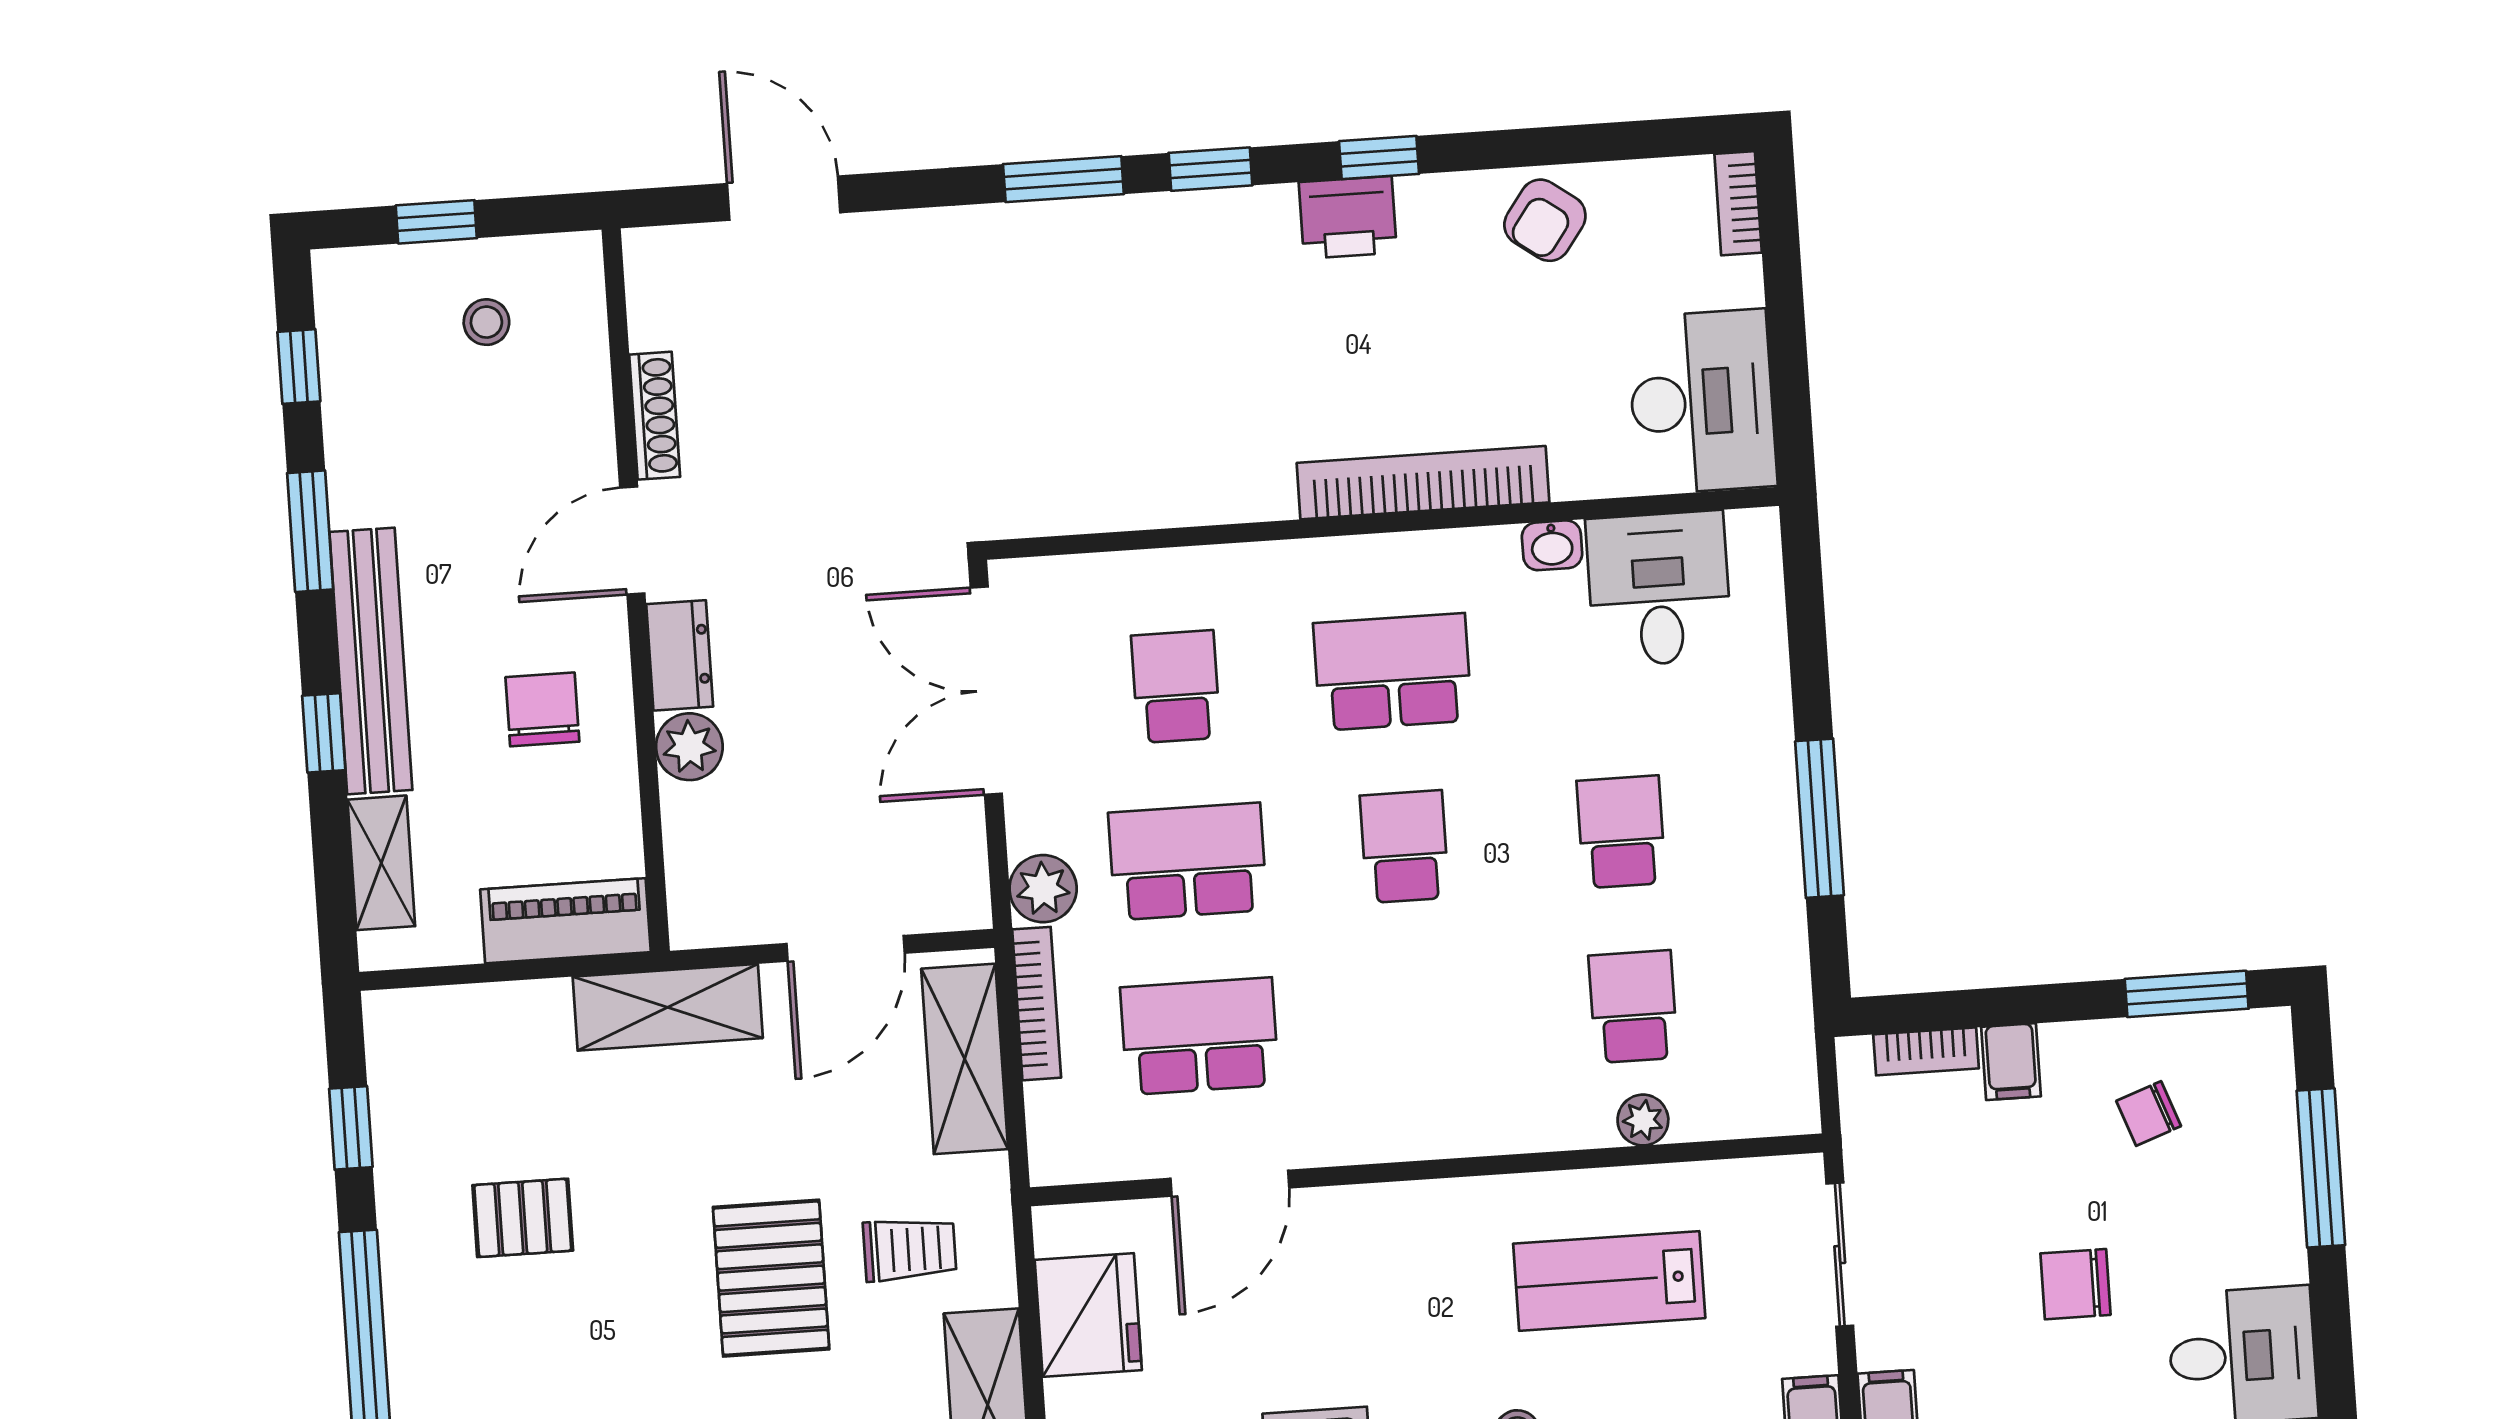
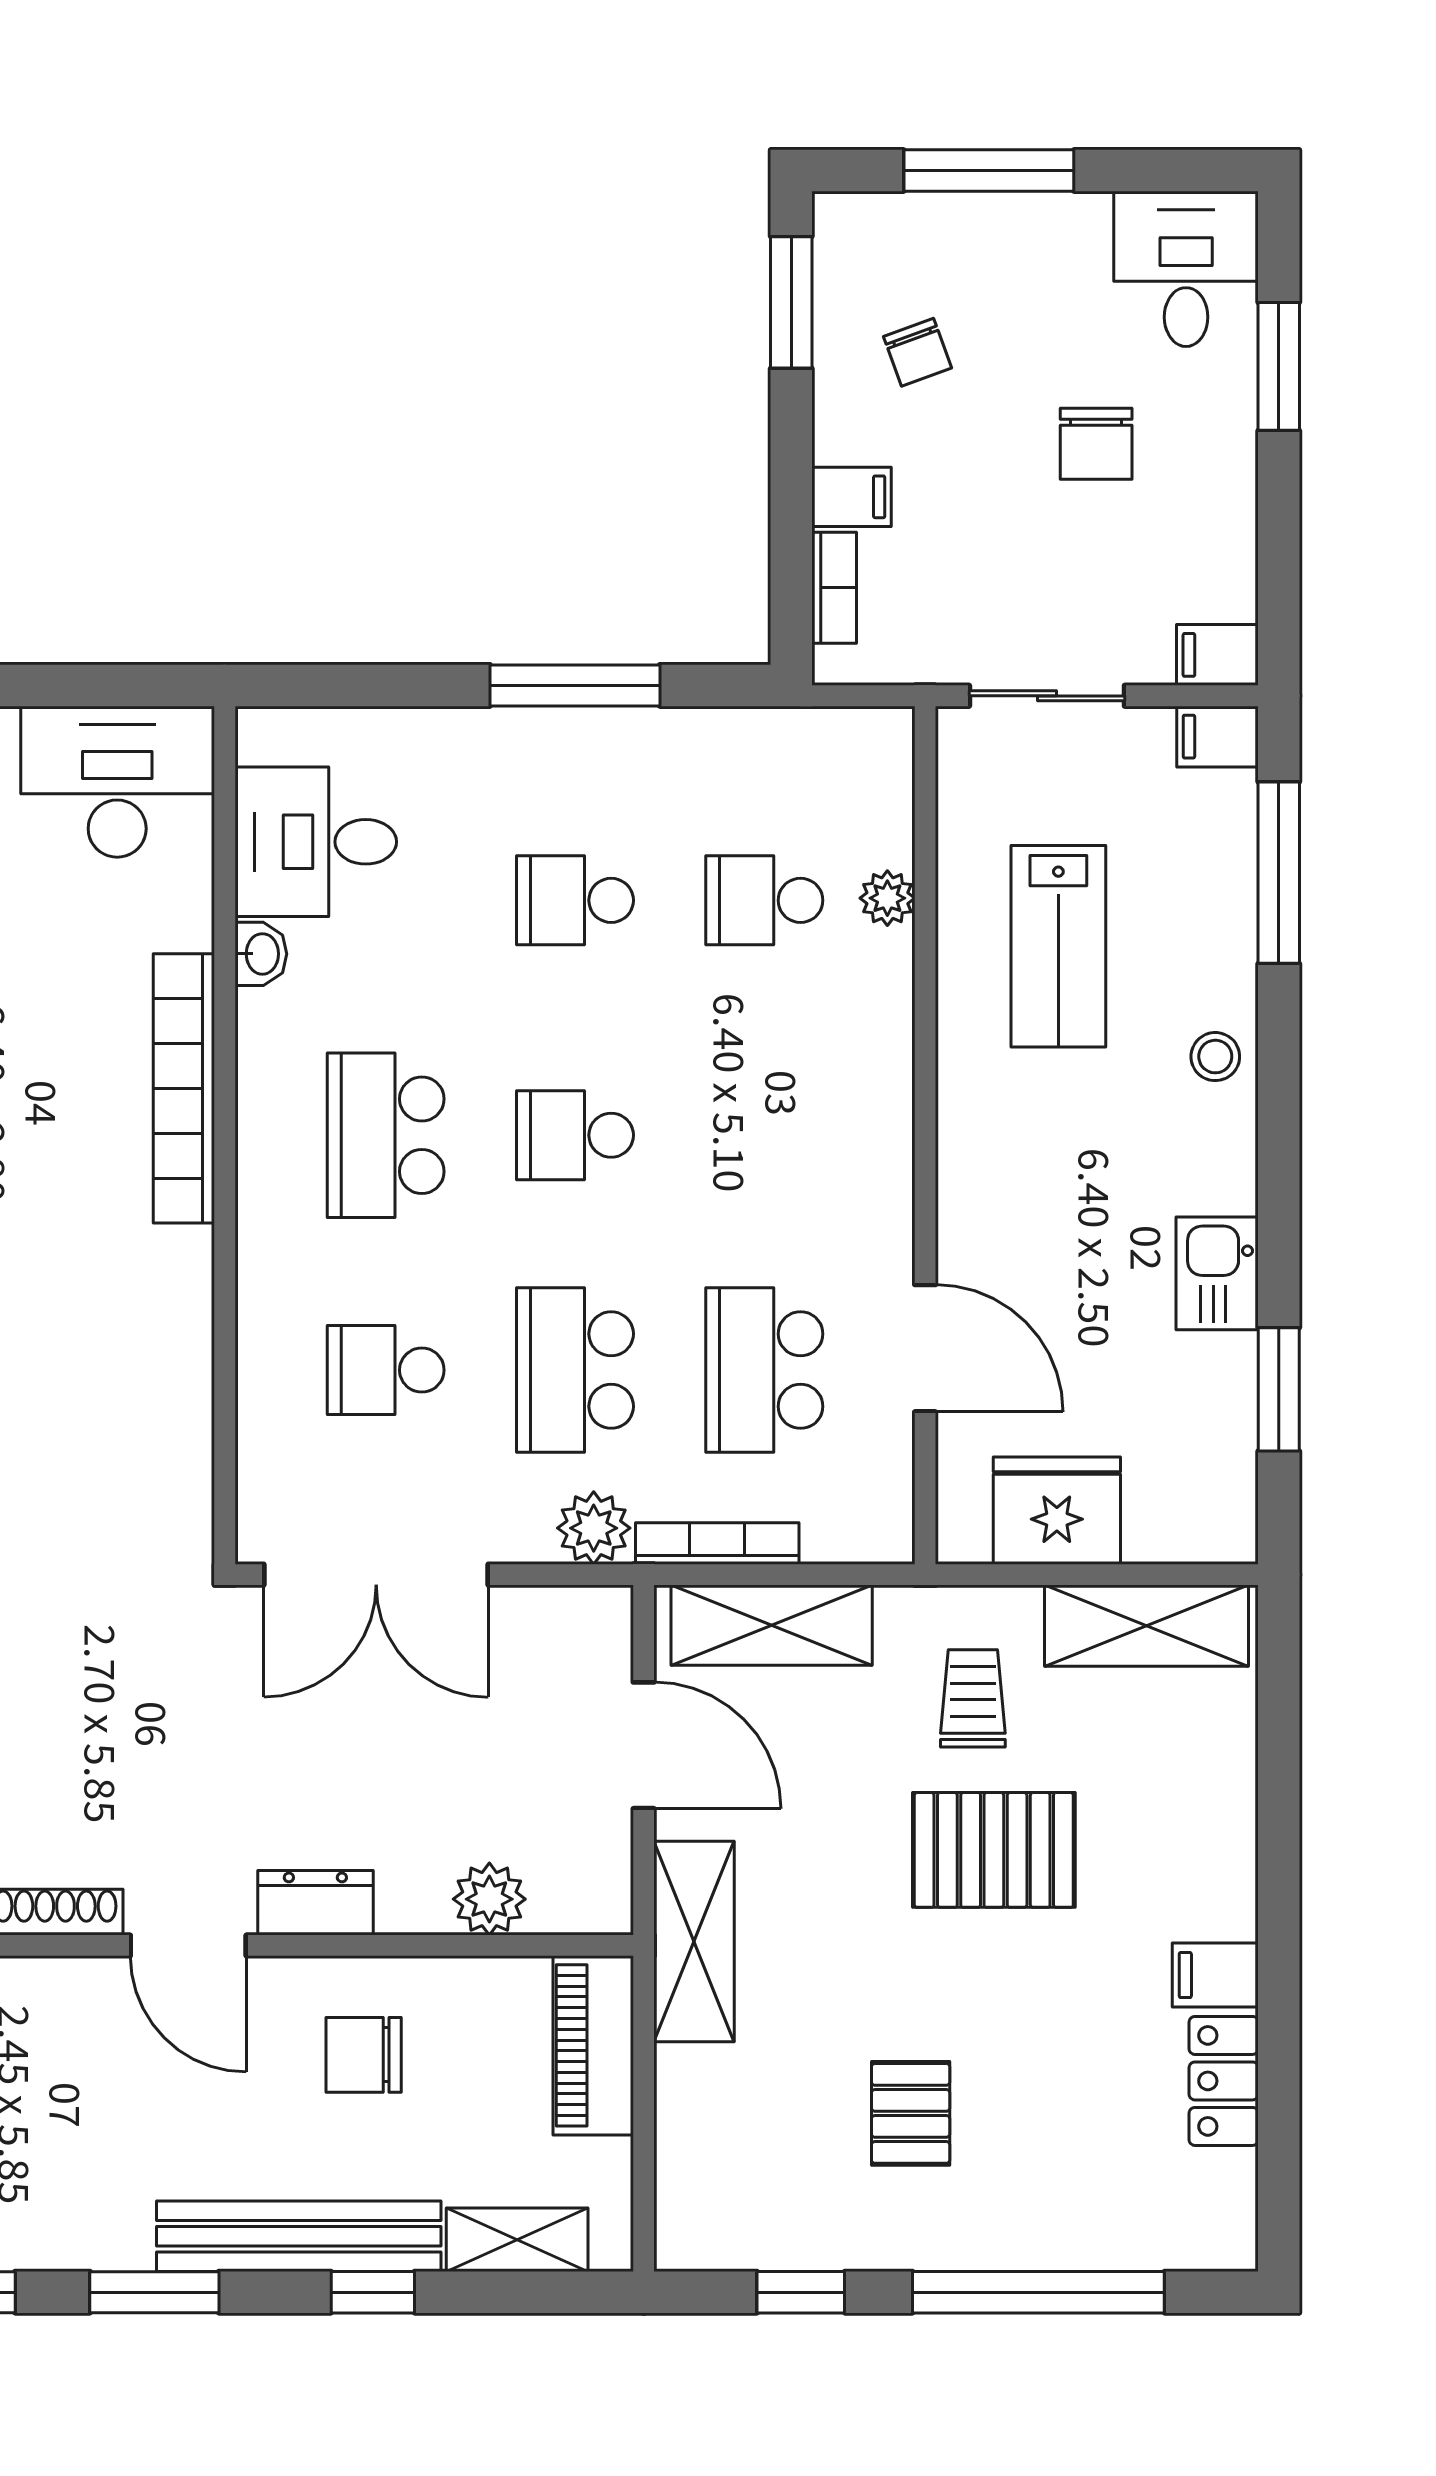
plant: (689, 747) -> (489, 1899), moved

